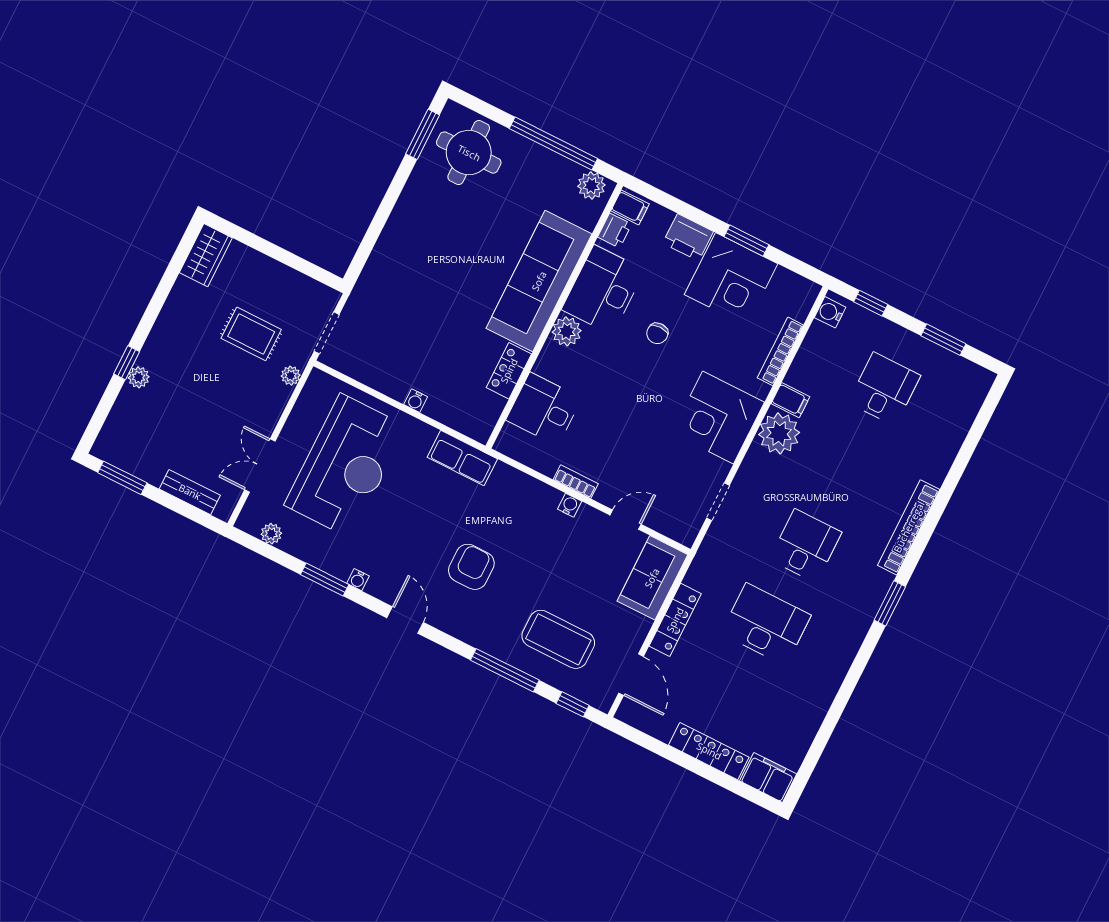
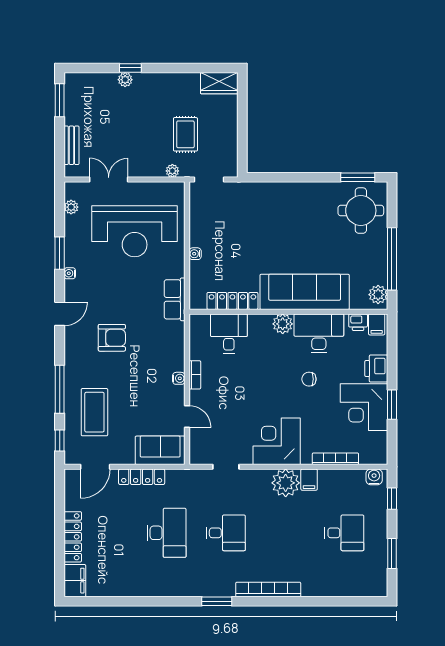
locker: (509, 371) -> (232, 301), width x1.53

